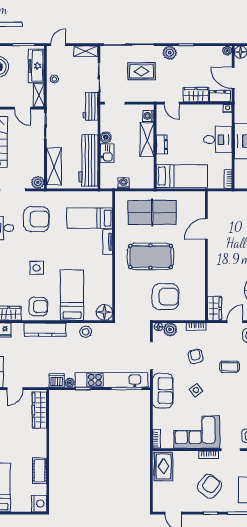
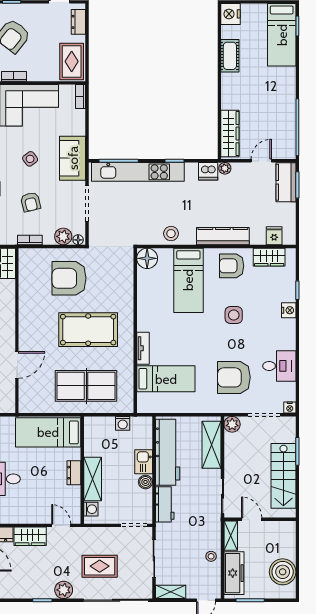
workbench: (91, 106) -> (165, 504), moved
plant: (70, 383) -> (225, 168), moved
dresser: (158, 497) -> (78, 22), added

